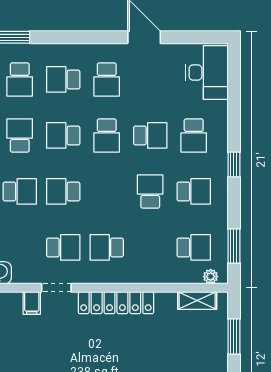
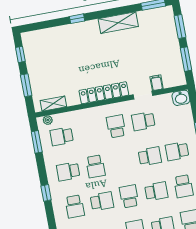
school desk: (150, 135) -> (102, 201), turned 180
school desk: (194, 135) -> (75, 206), turned 180
school desk: (107, 247) -> (116, 126), turned -90

